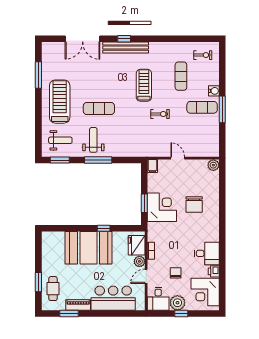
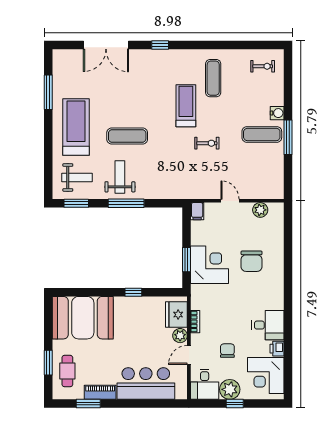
bench: (126, 48) -> (162, 56), removed
exercise mat: (181, 76) -> (213, 78), moved
plant: (213, 165) -> (260, 210), moved
booth: (88, 248) -> (83, 318), moved

